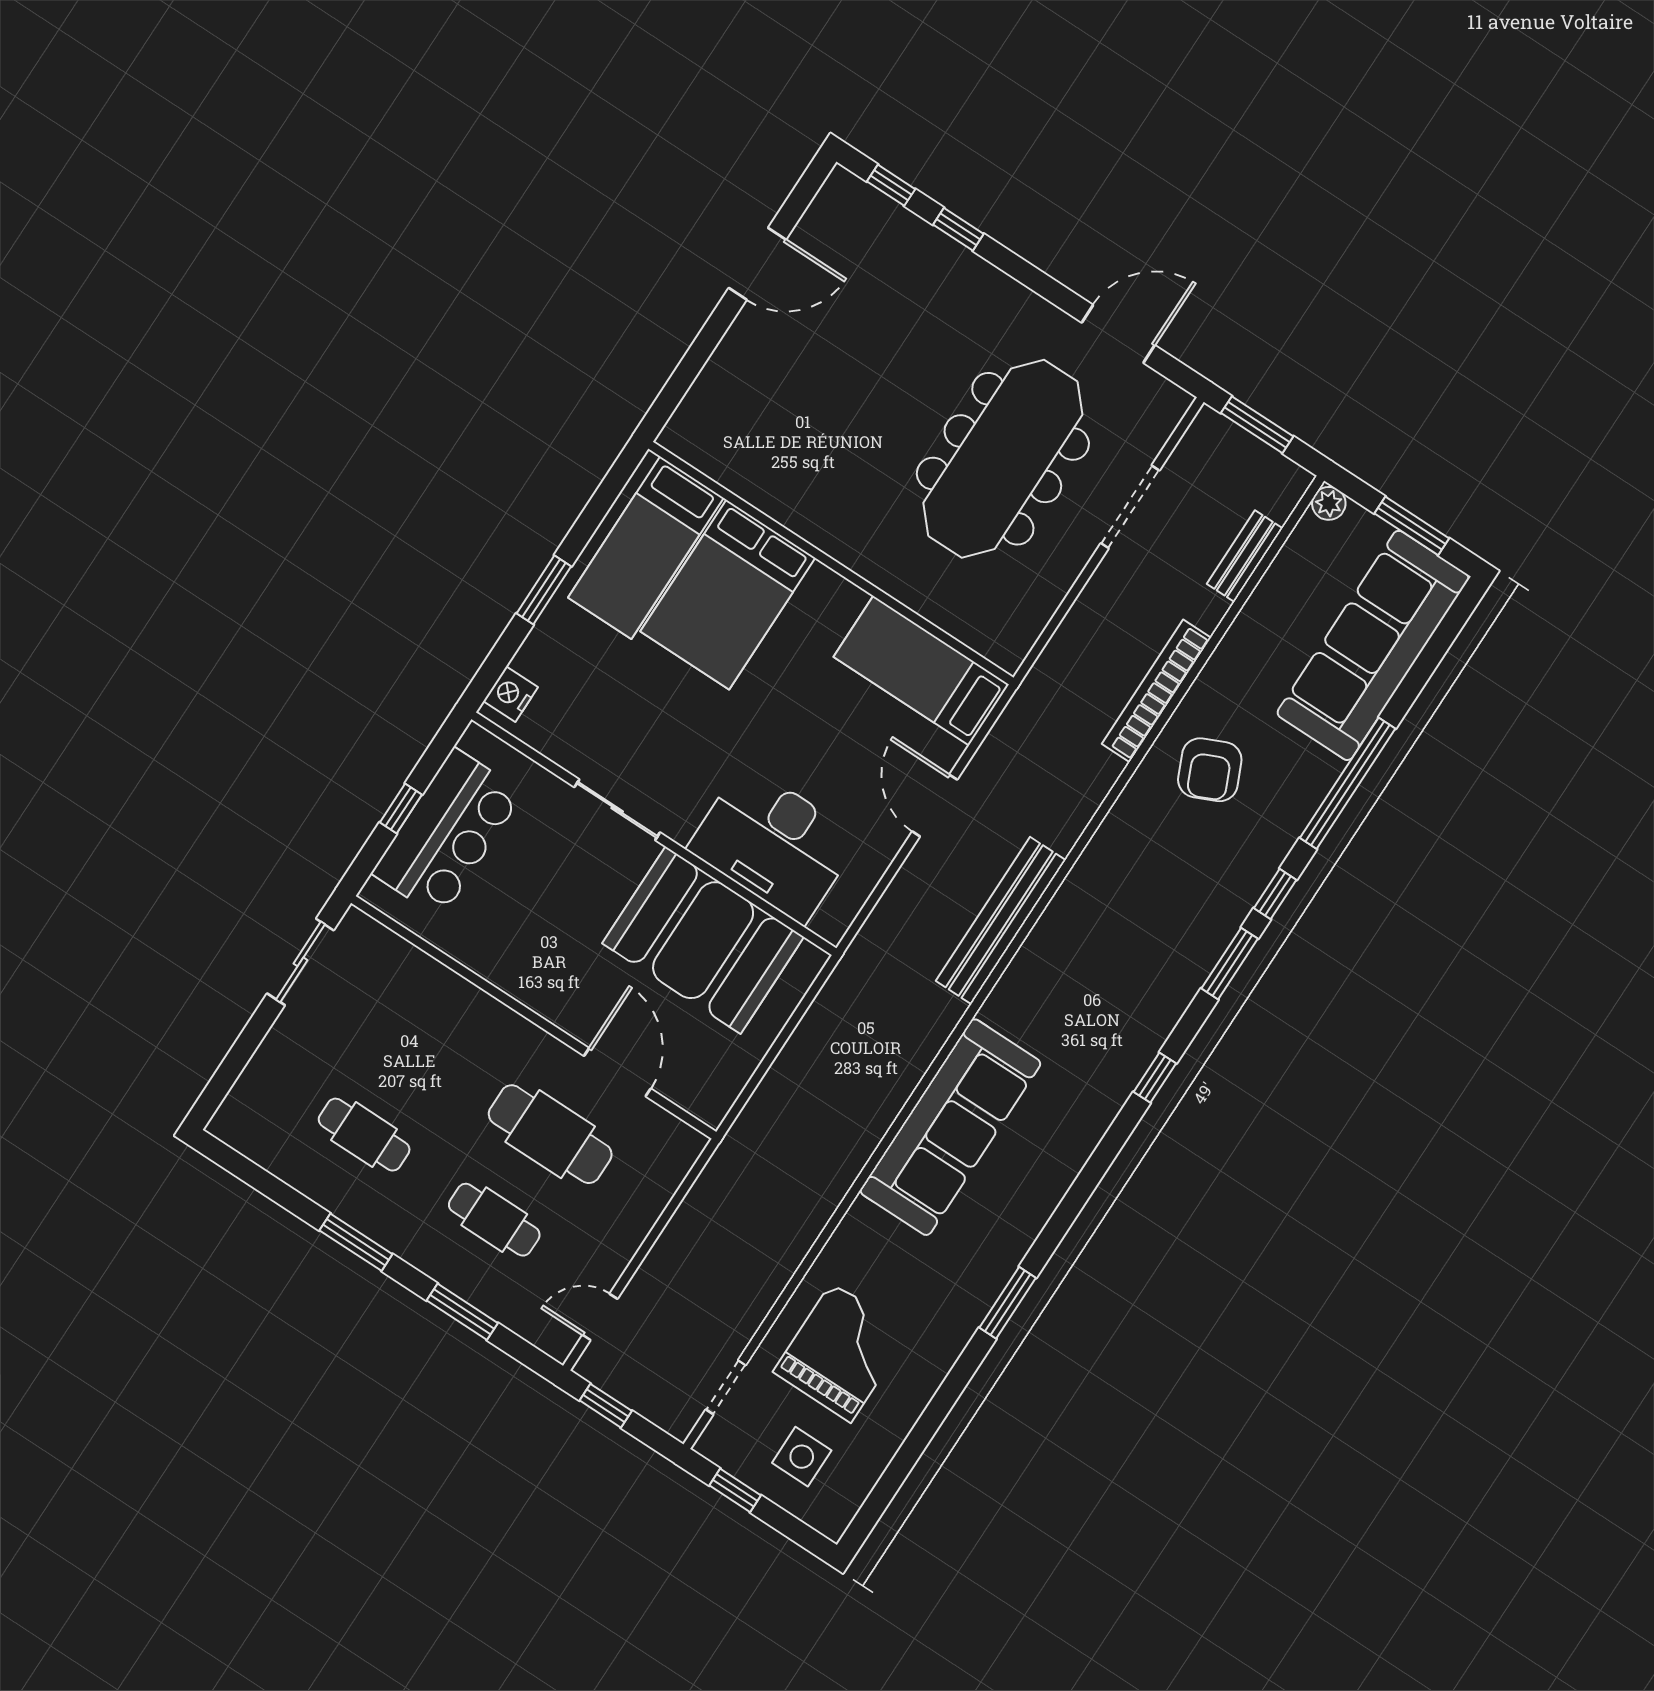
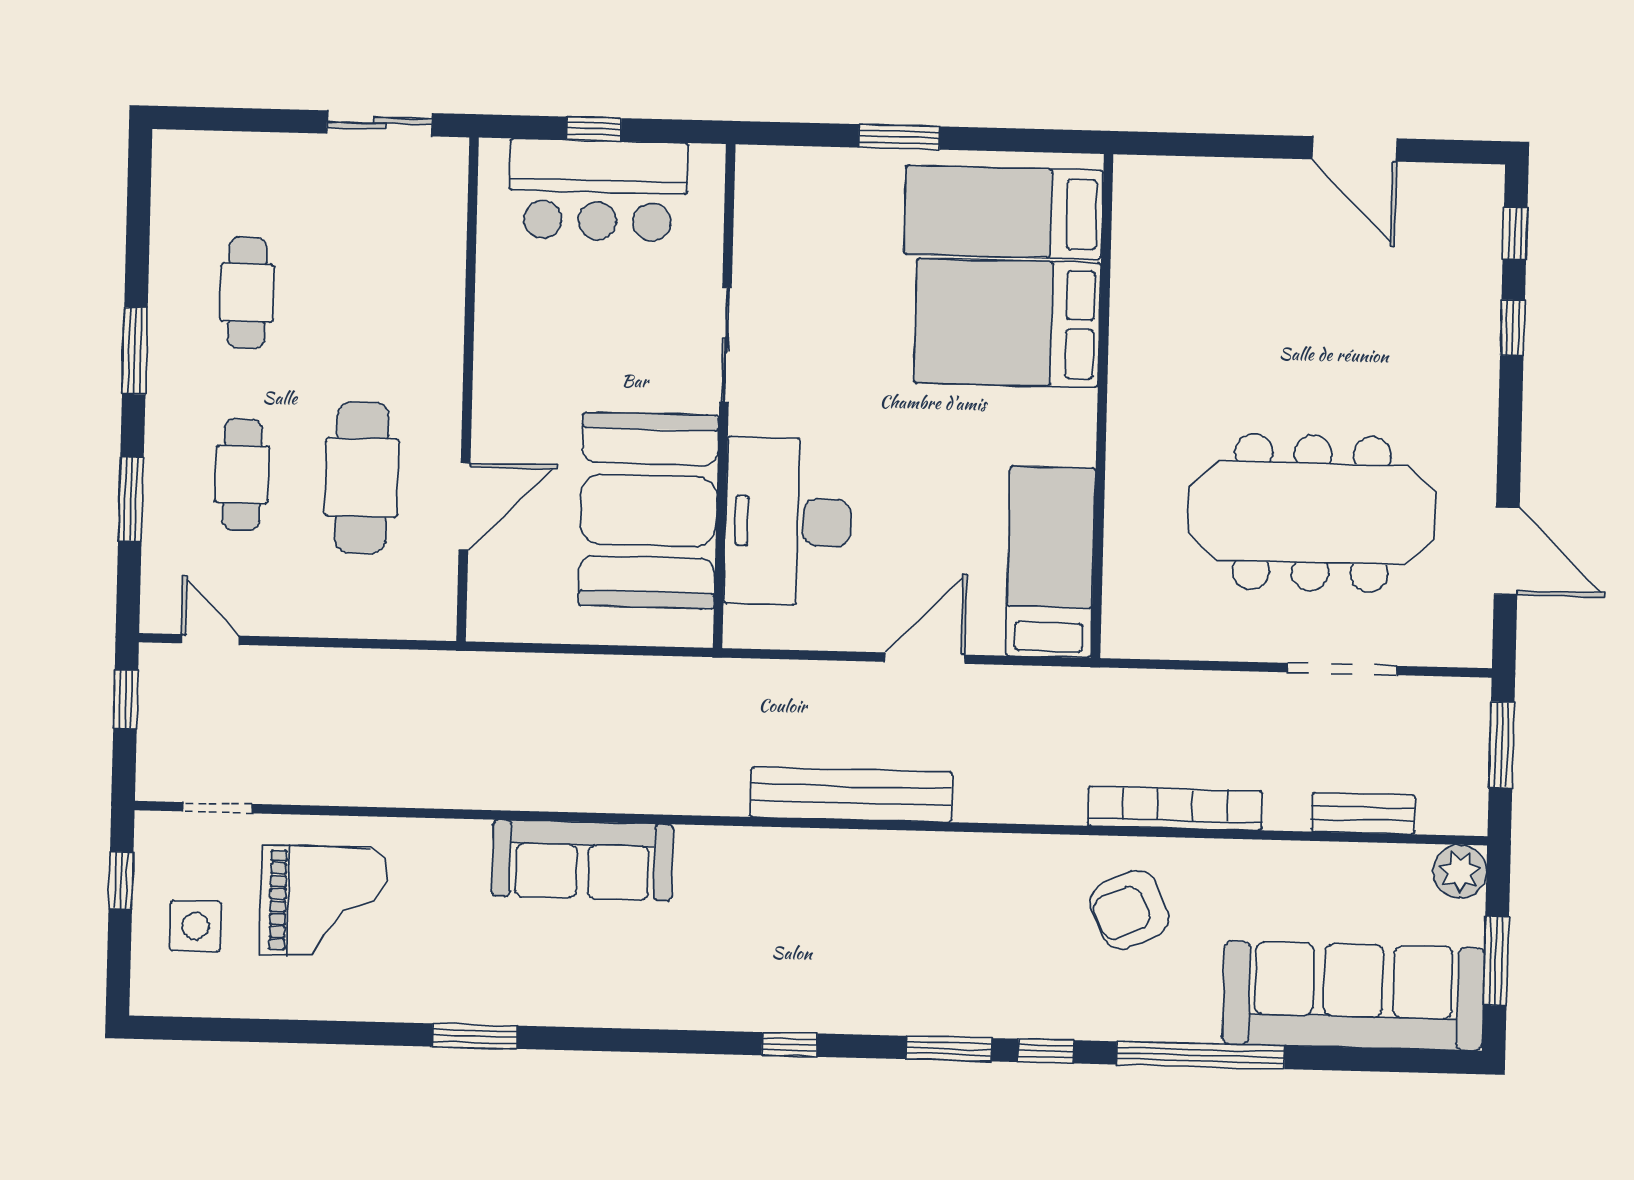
plant: (1329, 503) -> (1460, 872), width x1.38, depth x1.38
nightstand: (511, 694) -> (775, 168), removed
sofa: (950, 1127) -> (582, 860), width x0.74, depth x0.79

